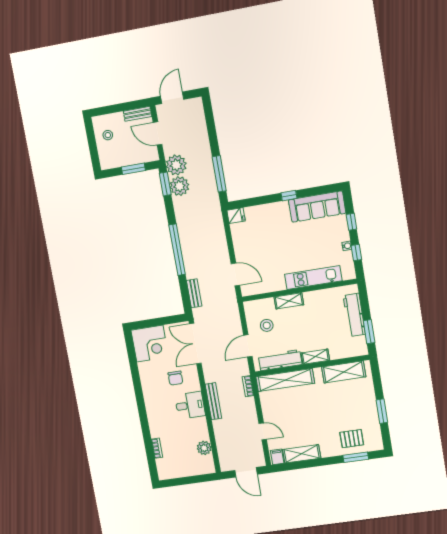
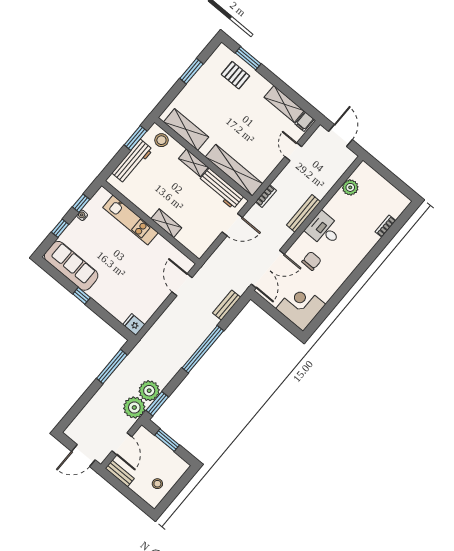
stool: (267, 325) -> (161, 140), moved

